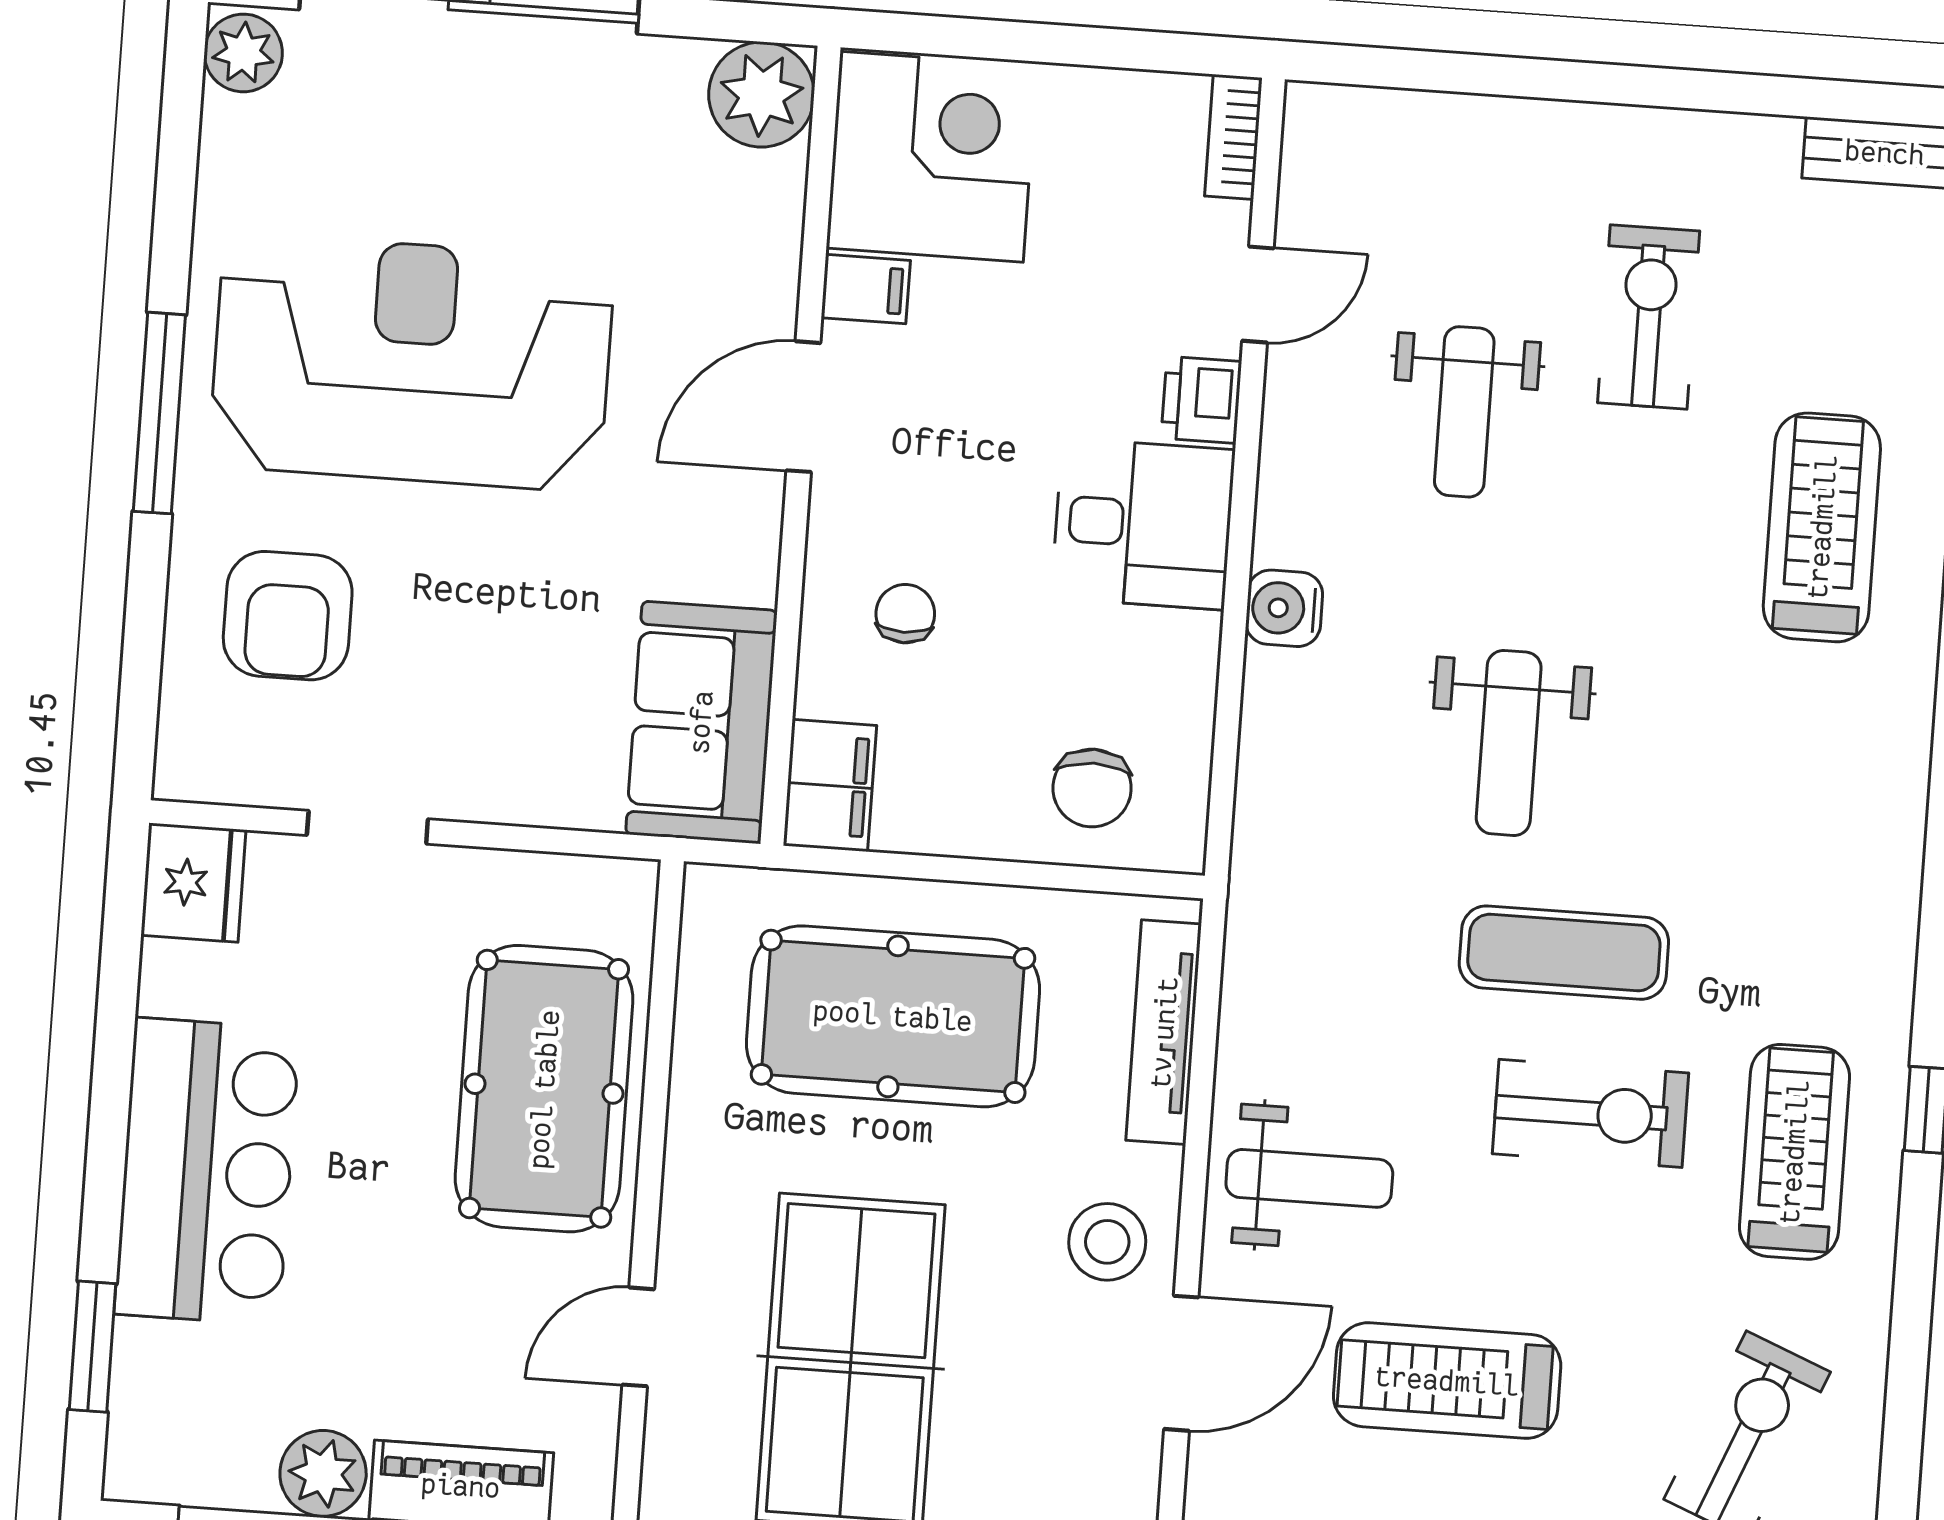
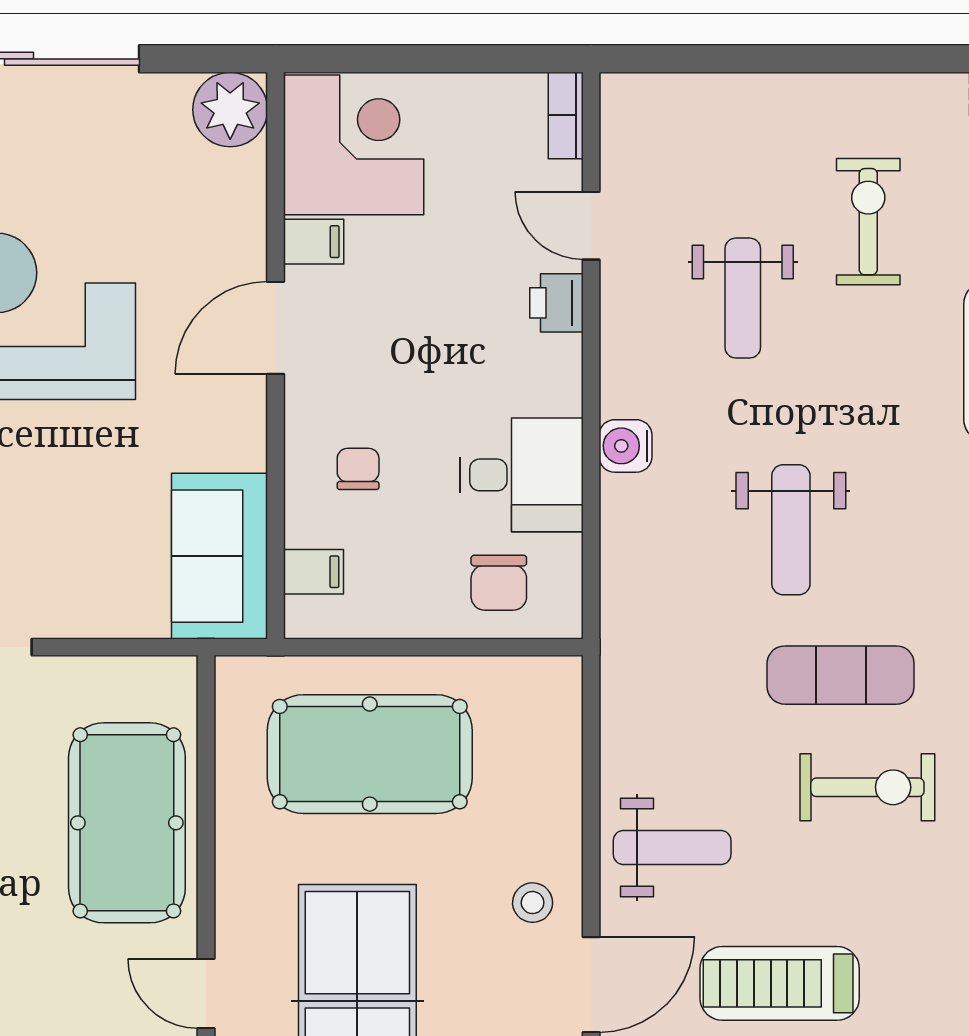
door: (1258, 294) -> (591, 226), swing flipped
desk: (1143, 524) -> (522, 475), moved
filing cabinet: (830, 785) -> (313, 572), width x0.50
tv unit: (1164, 1032) -> (562, 752), removed
stool: (1107, 1242) -> (533, 903), width x0.73, depth x0.73
door: (638, 1337) -> (206, 993), hinge flipped

